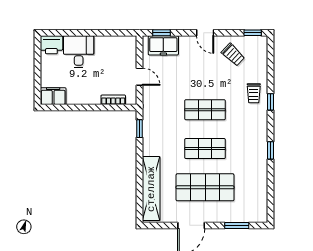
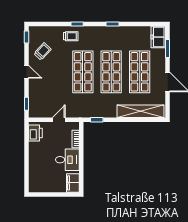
door: (205, 33) -> (27, 72), hinge flipped
printer: (51, 45) -> (35, 133), moved
freezer: (163, 45) -> (158, 37), moved, turned 180
desk: (79, 52) -> (67, 160), moved, turned 180
shop shelf: (205, 110) -> (83, 72), width x1.43, depth x1.36
shop shelf: (205, 149) -> (111, 72), width x1.43, depth x1.36

